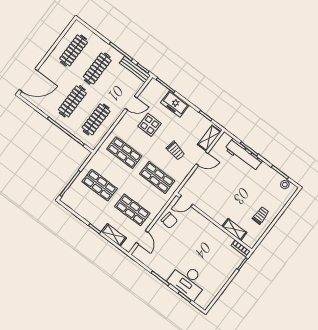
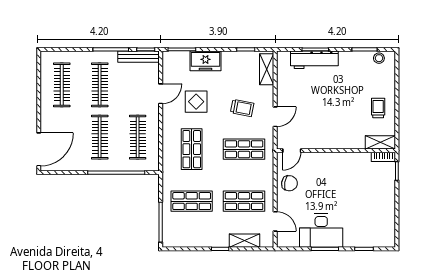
shop shelf: (124, 153) -> (192, 149), turned 90
door: (202, 159) -> (275, 117), moved
shelving: (234, 229) -> (380, 142), moved
desk: (188, 281) -> (321, 231), moved

